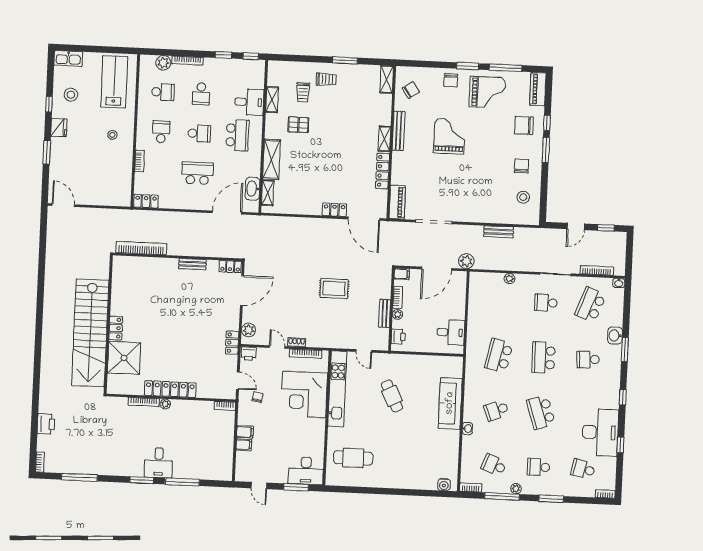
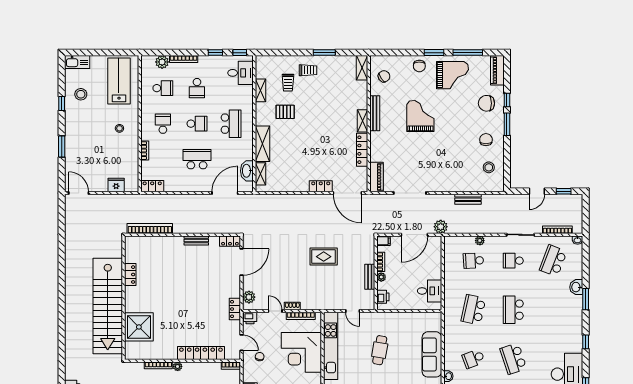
desk: (249, 102) -> (240, 73), moved
fridge: (59, 127) -> (116, 185), moved, turned -90
locker: (116, 328) -> (130, 275), moved
school desk: (588, 360) -> (473, 261), moved
locker: (170, 389) -> (201, 353), moved
cafe table: (392, 396) -> (380, 350), turned 36

